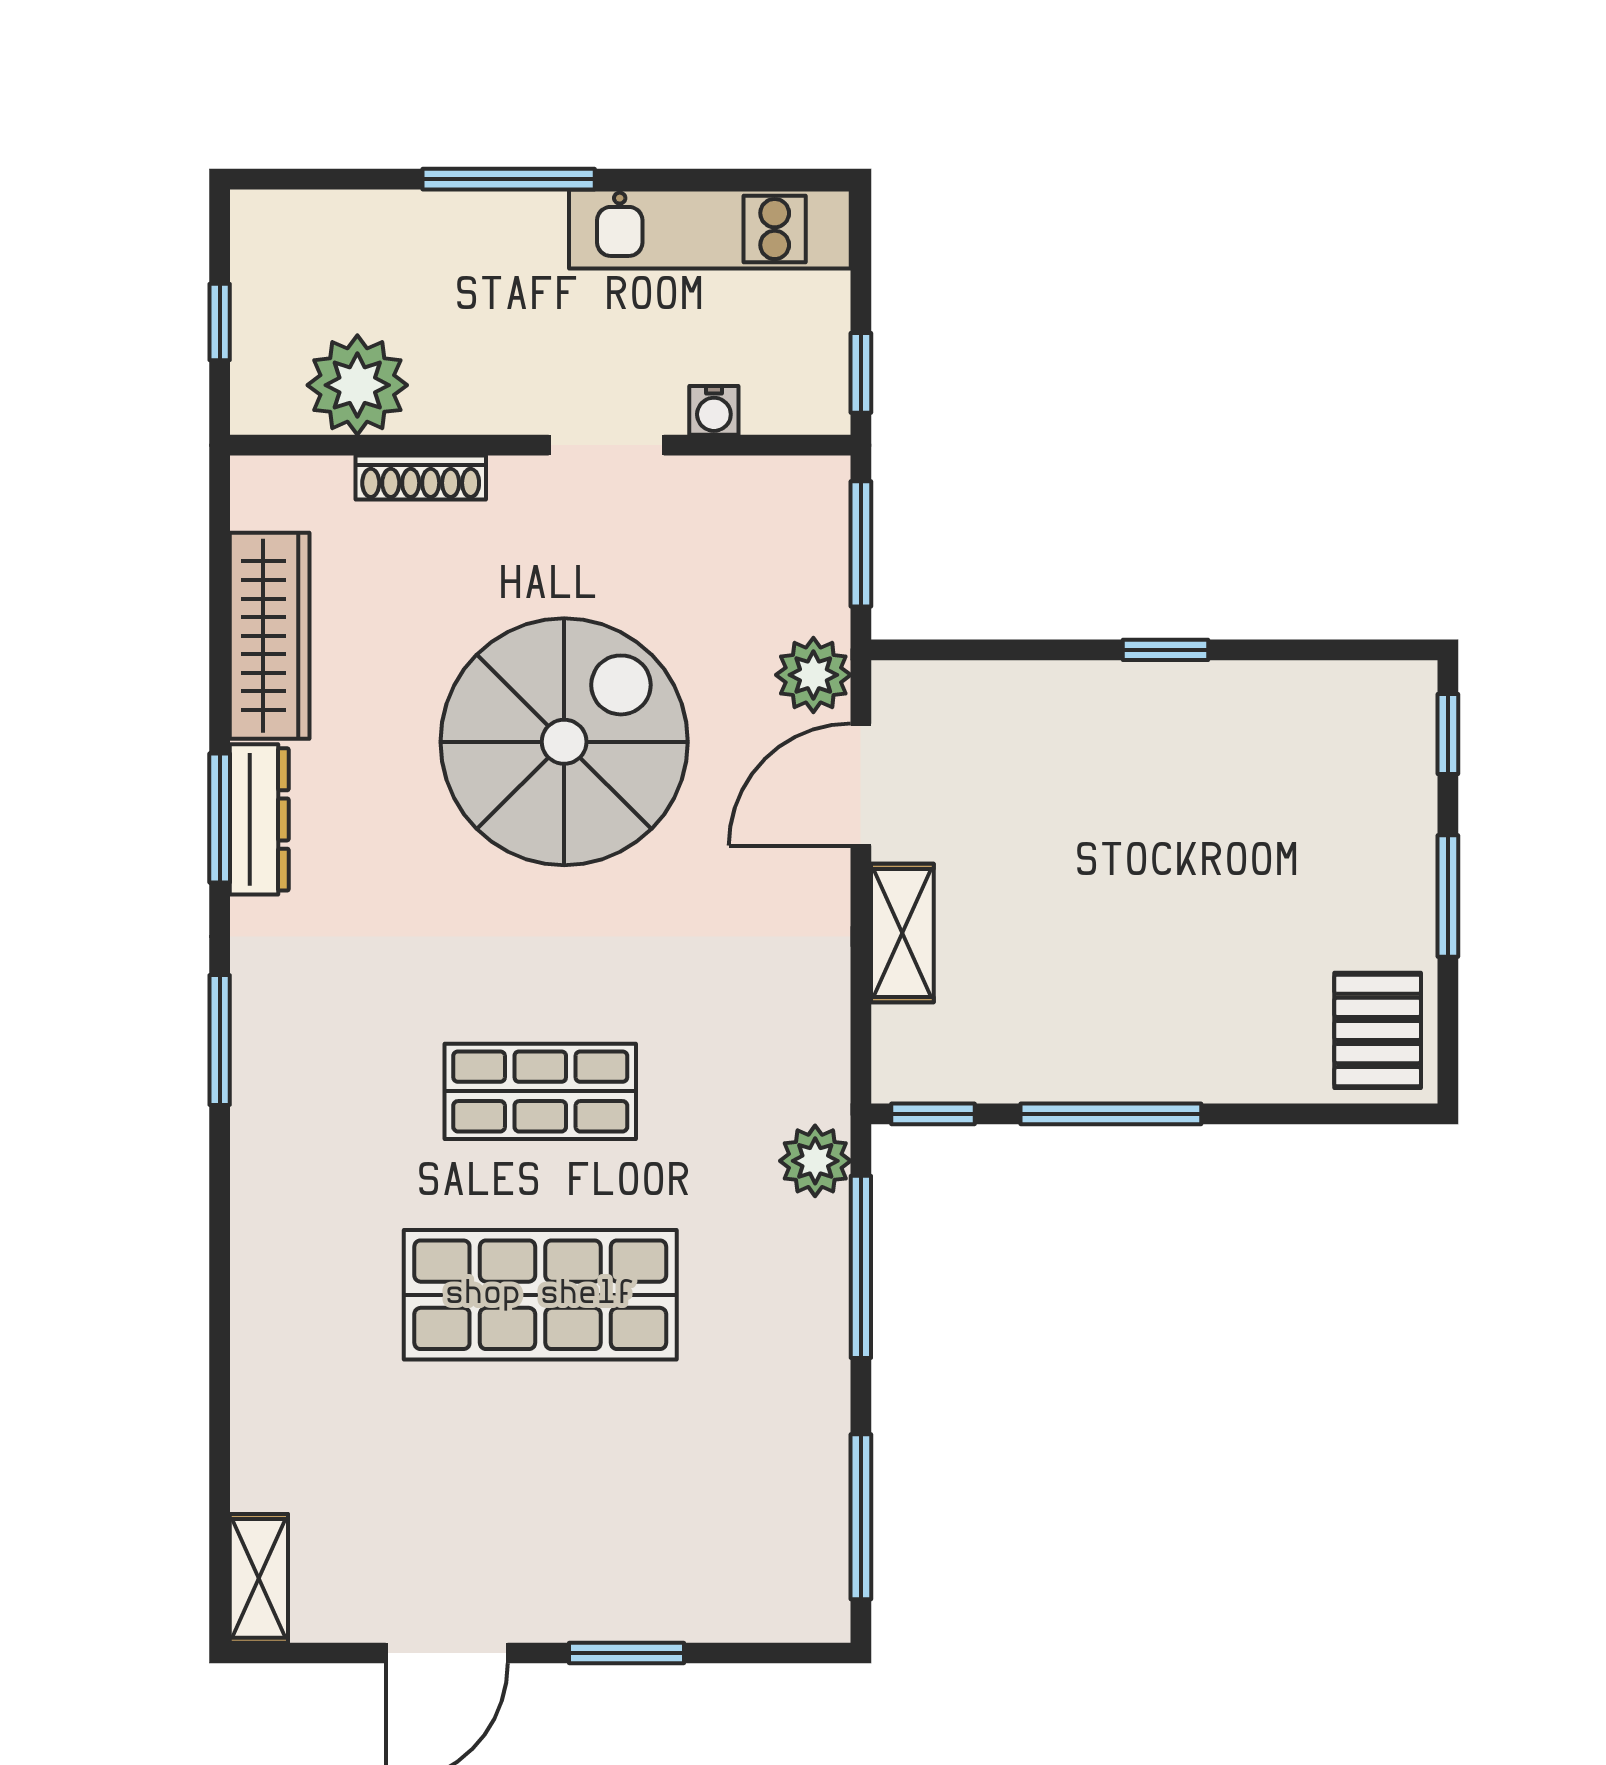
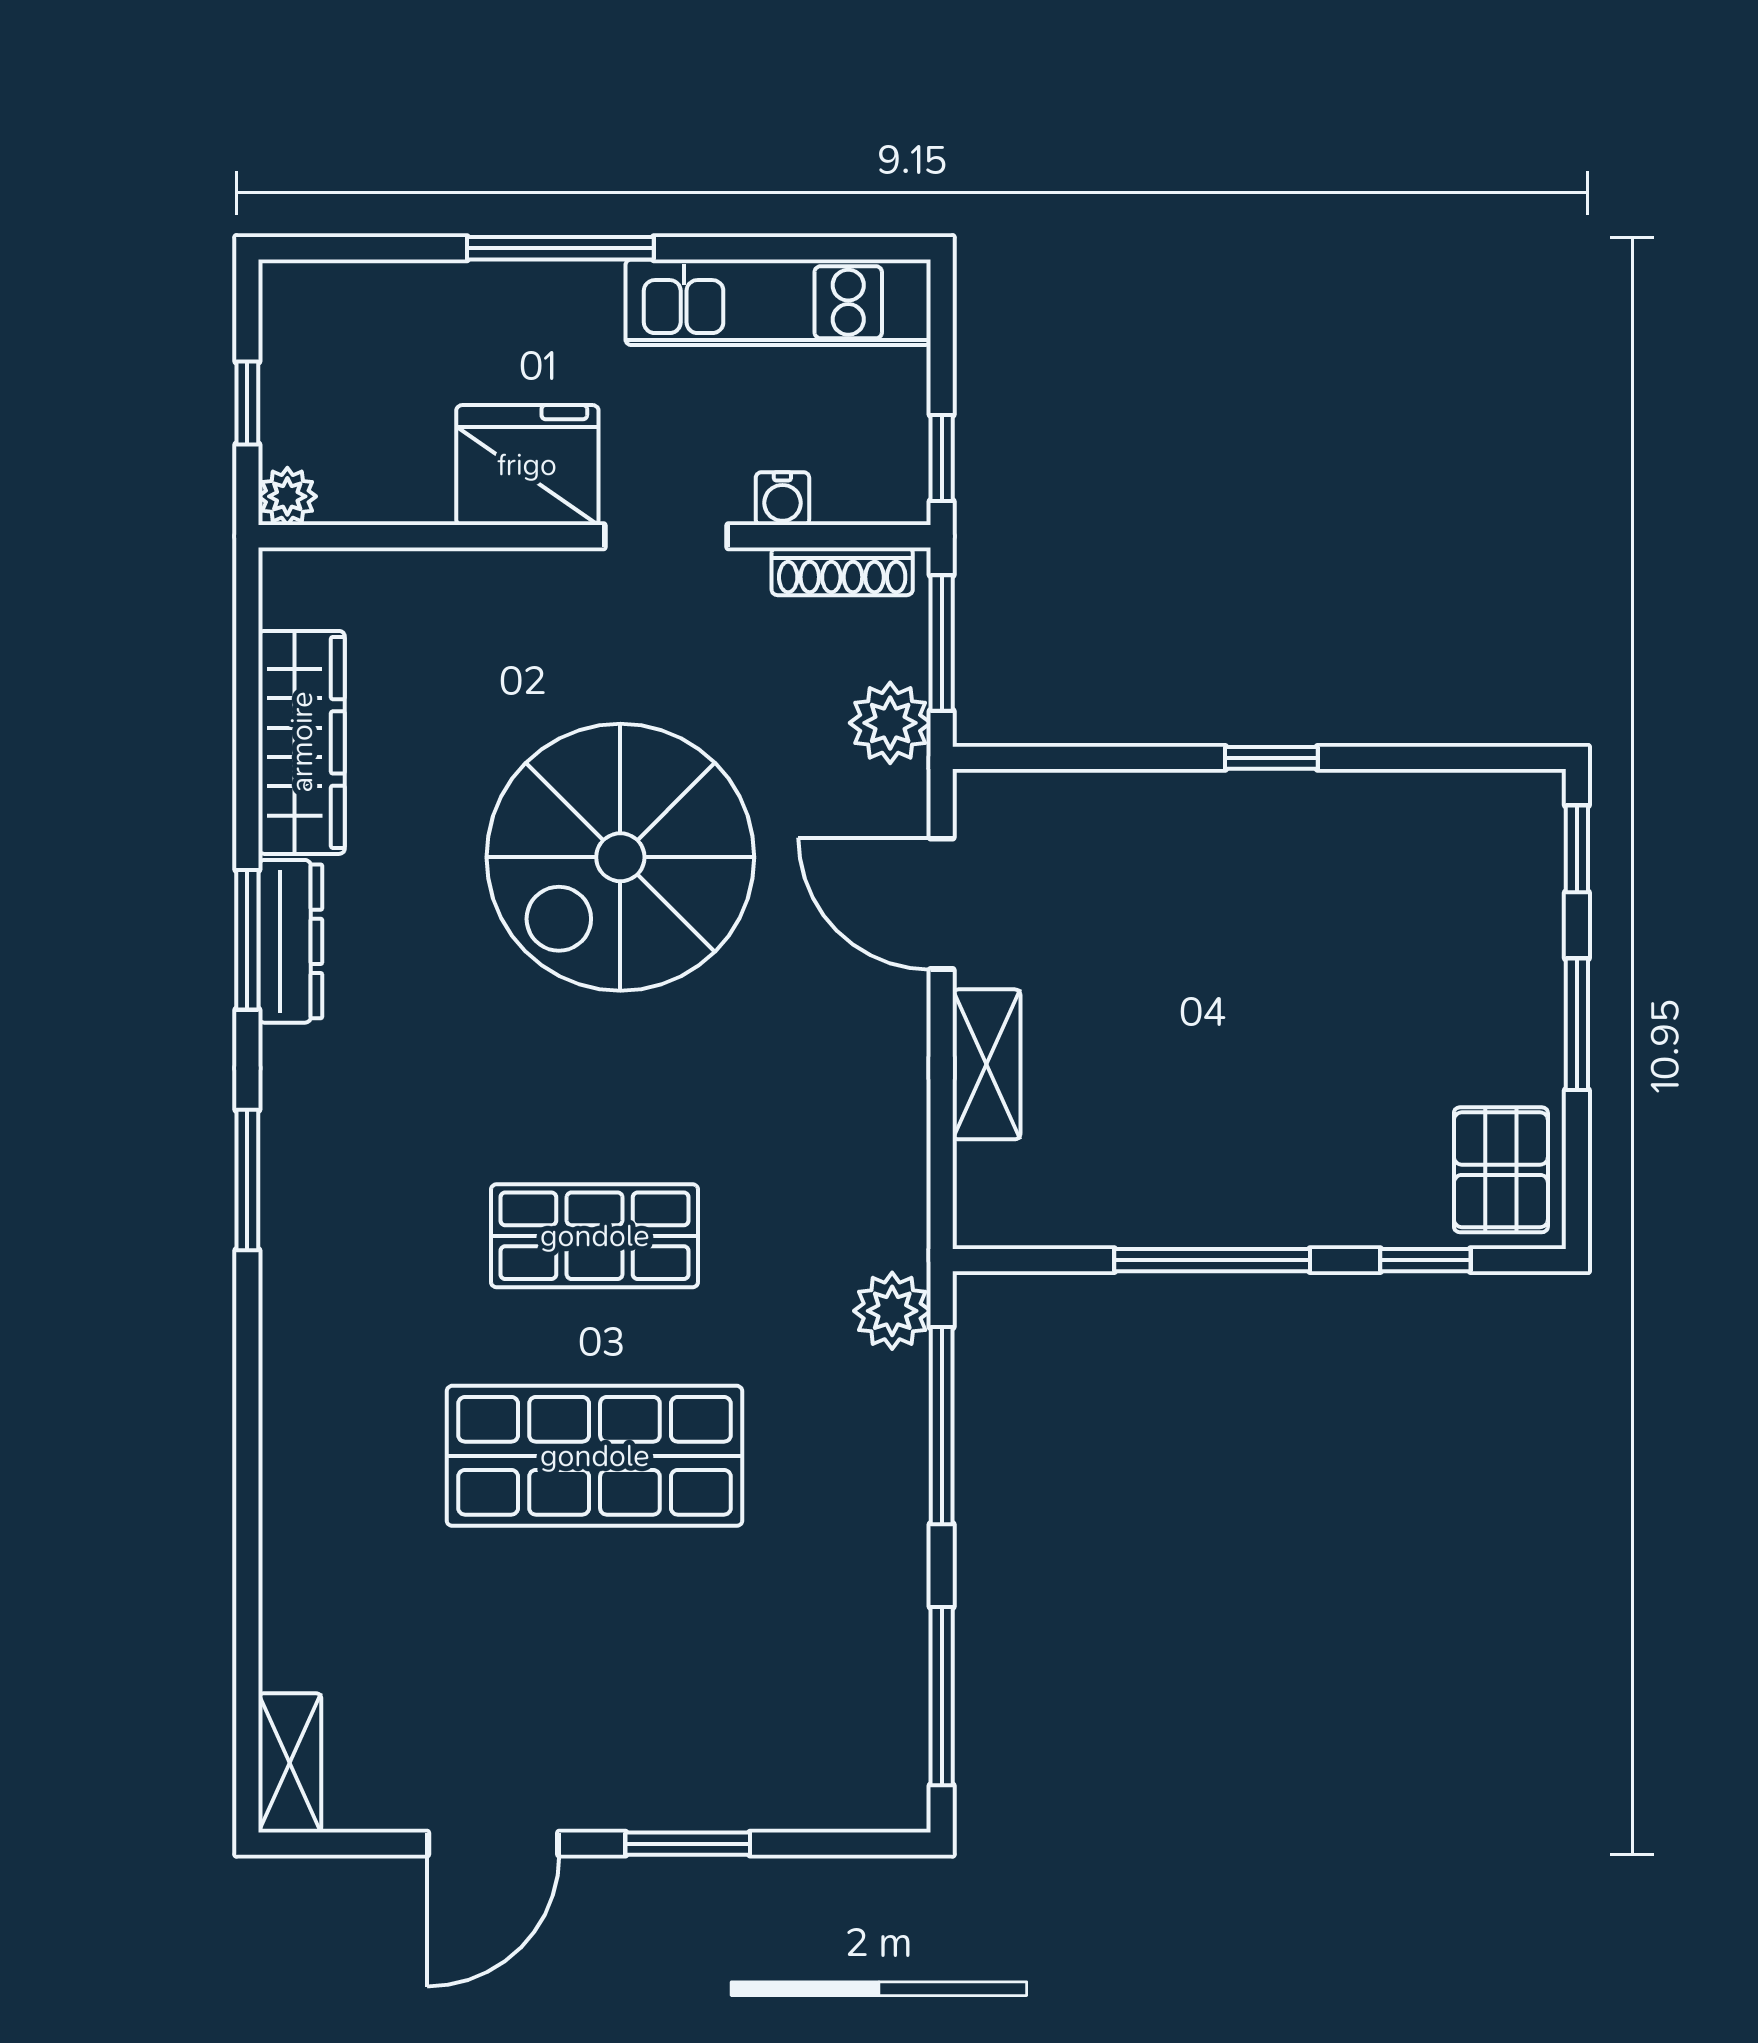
fridge: (478, 379) -> (527, 465), added
plant: (357, 385) -> (287, 496), moved, width x0.53, depth x0.53
shoe rack: (421, 478) -> (842, 571), moved
plant: (813, 675) -> (890, 723), moved
spiral stairs: (564, 742) -> (620, 857), turned 180
door: (861, 785) -> (942, 904), hinge flipped
window: (933, 1114) -> (1425, 1260), moved

